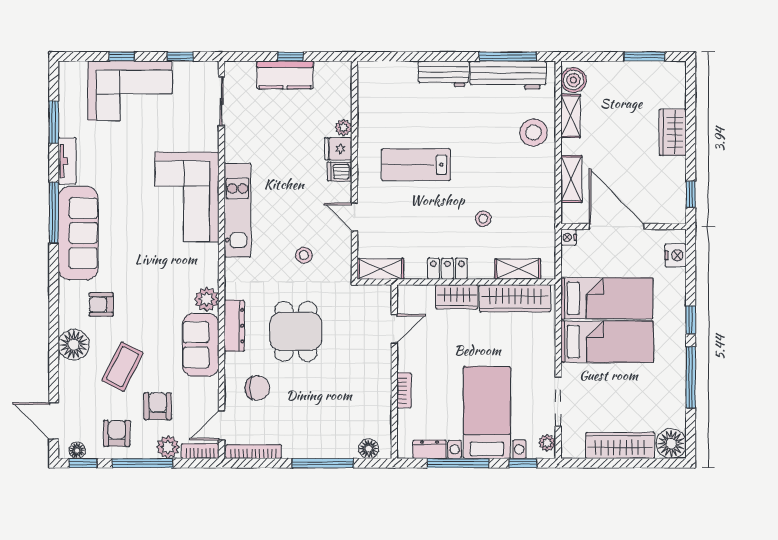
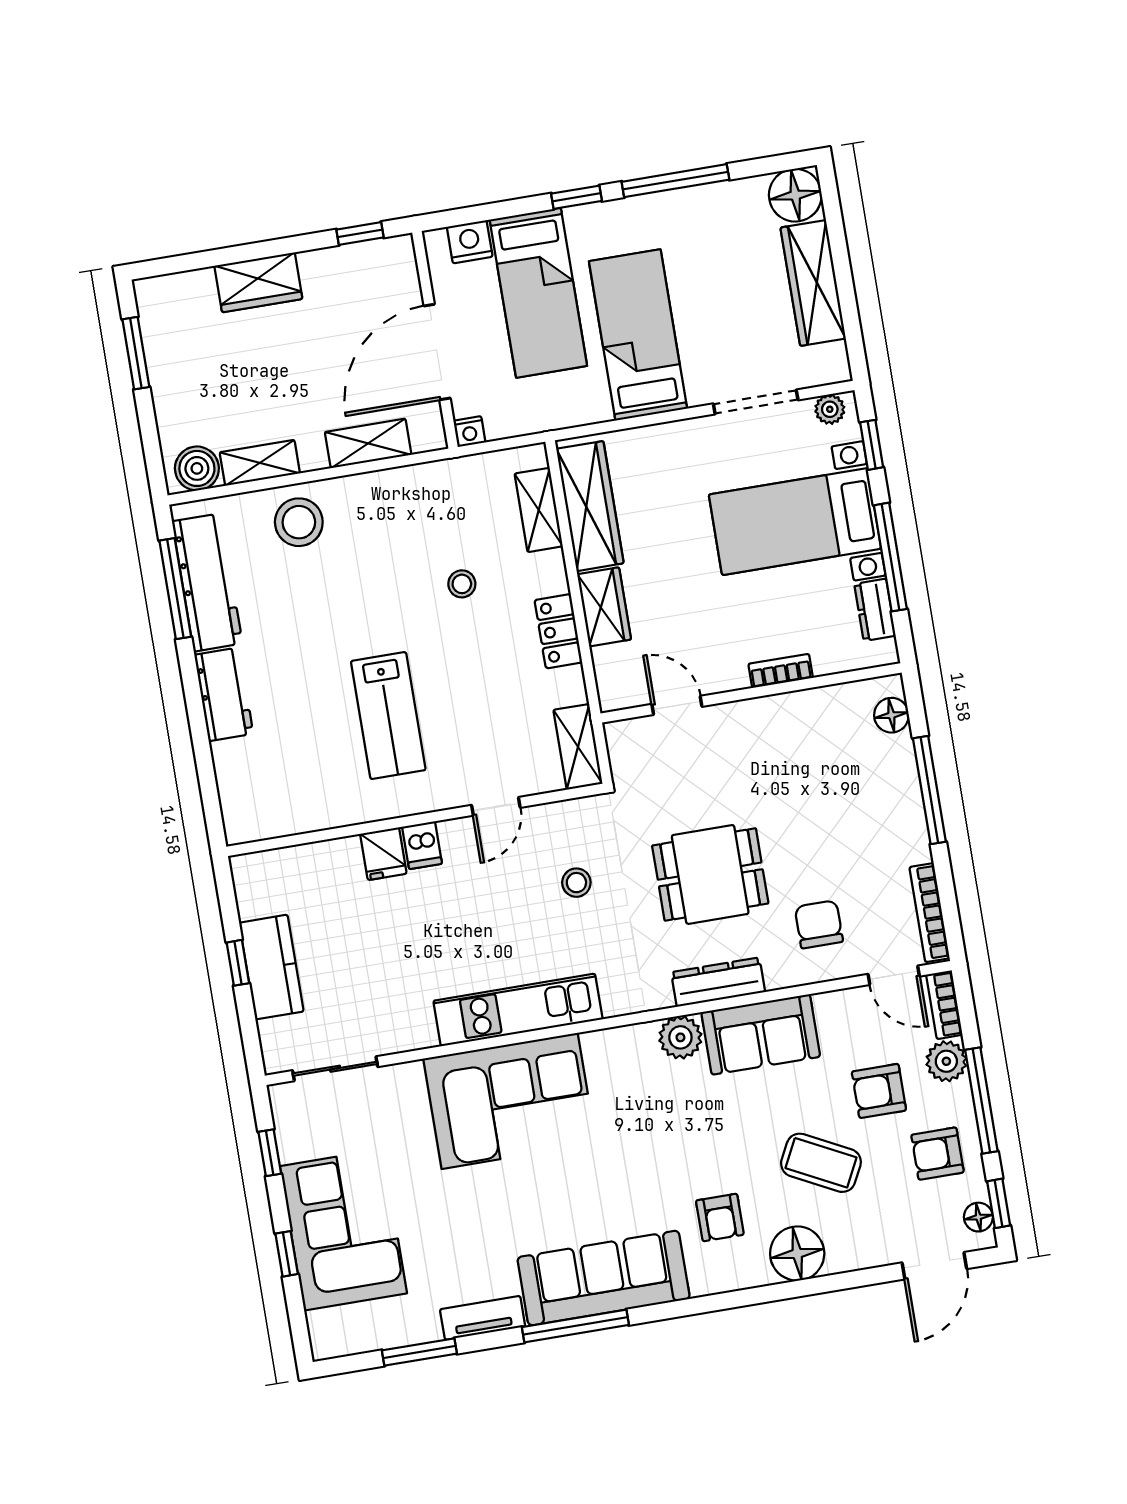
plant: (343, 127) -> (345, 851), removed
bed: (607, 298) -> (538, 293), moved, turned 180

